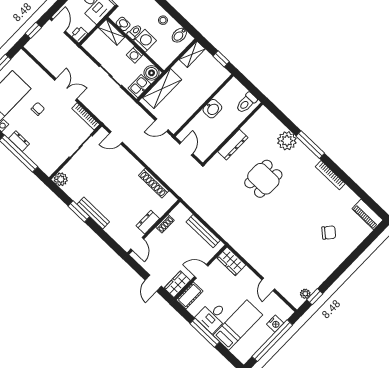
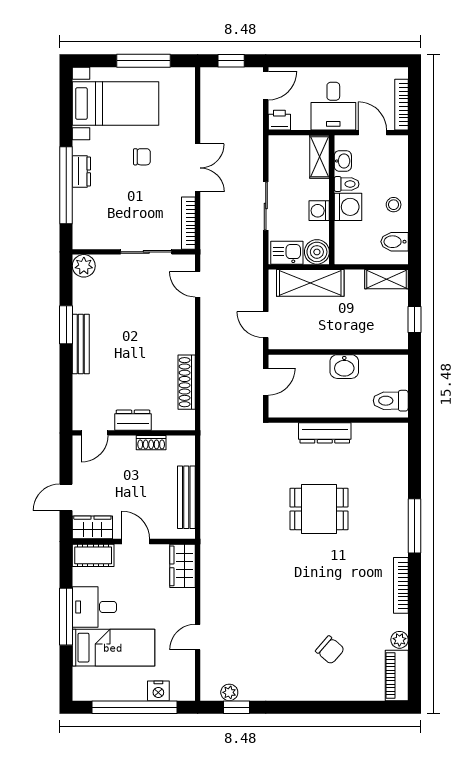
plant: (287, 141) -> (399, 640), moved, width x0.53, depth x0.53

